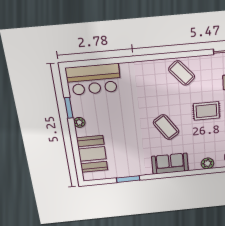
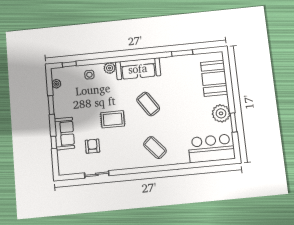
coffee table: (182, 73) -> (155, 148), moved
plant: (79, 122) -> (221, 113), width x1.88, depth x1.88
sofa: (170, 164) -> (138, 69), width x1.36

